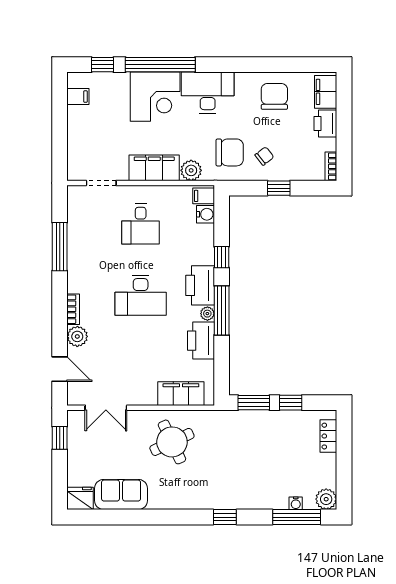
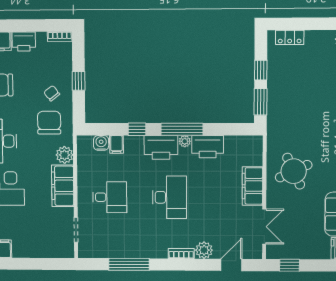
filing cabinet: (204, 196) -> (116, 144), moved
filing cabinet: (181, 394) -> (252, 186), moved

